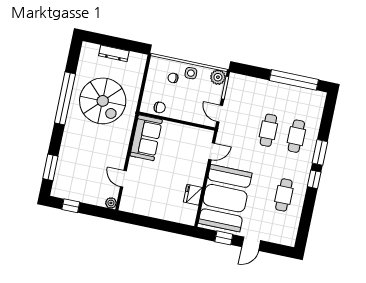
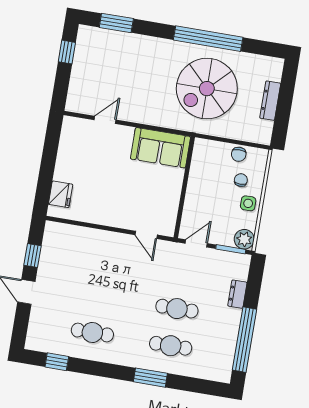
dresser: (259, 84) -> (237, 294), added
chair: (160, 107) -> (239, 154), moved
window: (314, 179) -> (57, 362), moved
fridge: (193, 195) -> (61, 194), moved, turned 90
booth: (225, 198) -> (85, 255), removed
plant: (111, 203) -> (73, 105), removed

